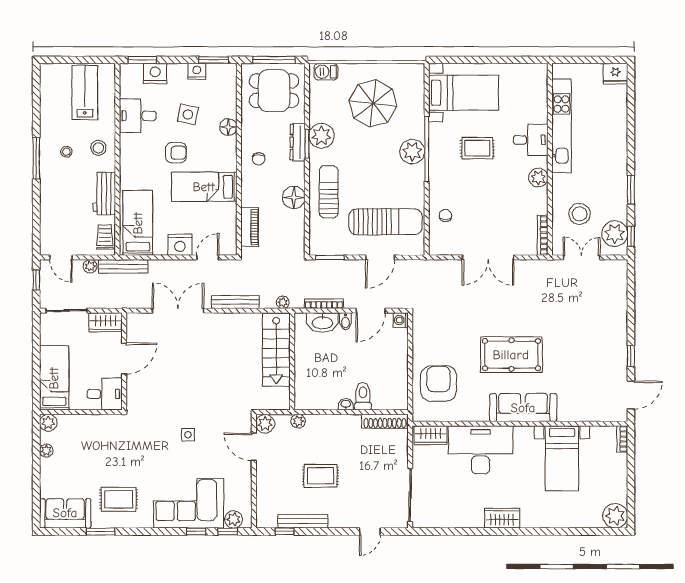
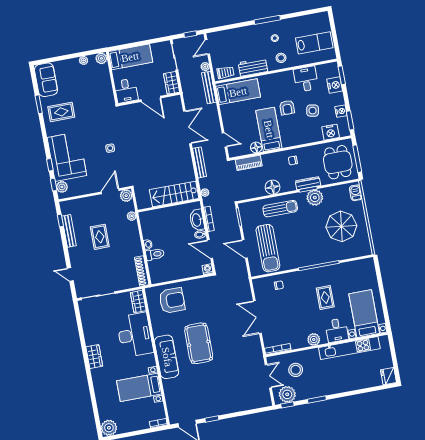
bed with nightstands: (464, 93) -> (364, 314), moved, turned 180
floor lamp: (228, 127) -> (256, 147), moved
plant: (412, 151) -> (316, 257), removed
nightstand: (180, 245) -> (331, 132), moved, turned -90
rug: (119, 499) -> (61, 112), turned 90

